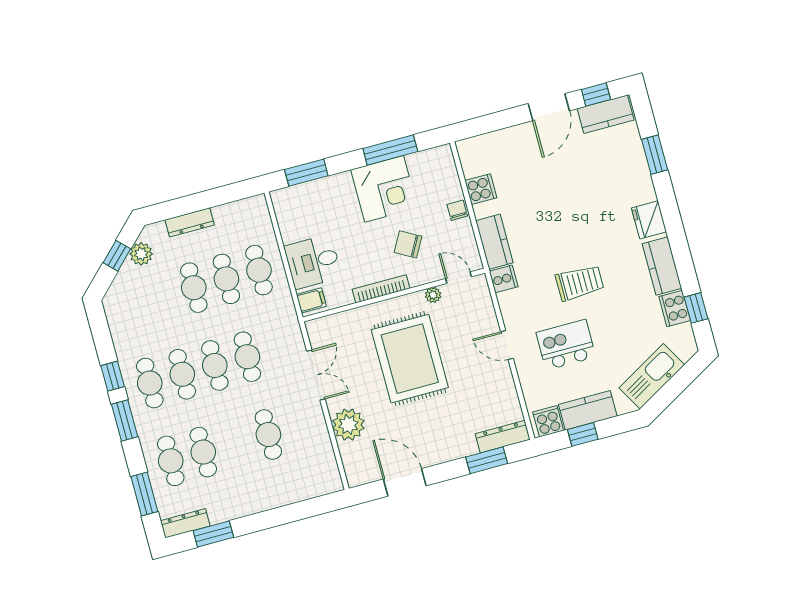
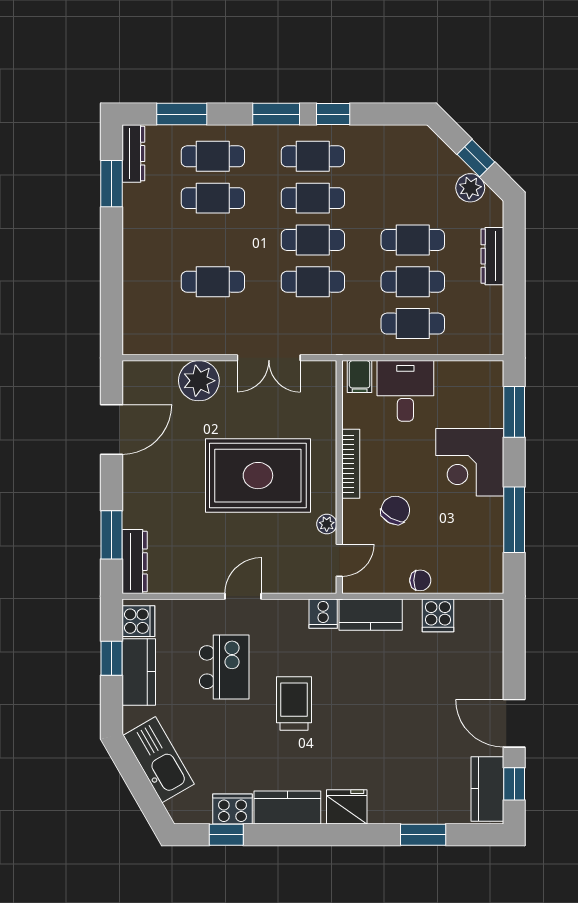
corner desk: (384, 189) -> (470, 462), moved
trolley: (580, 283) -> (294, 703), turned 180

